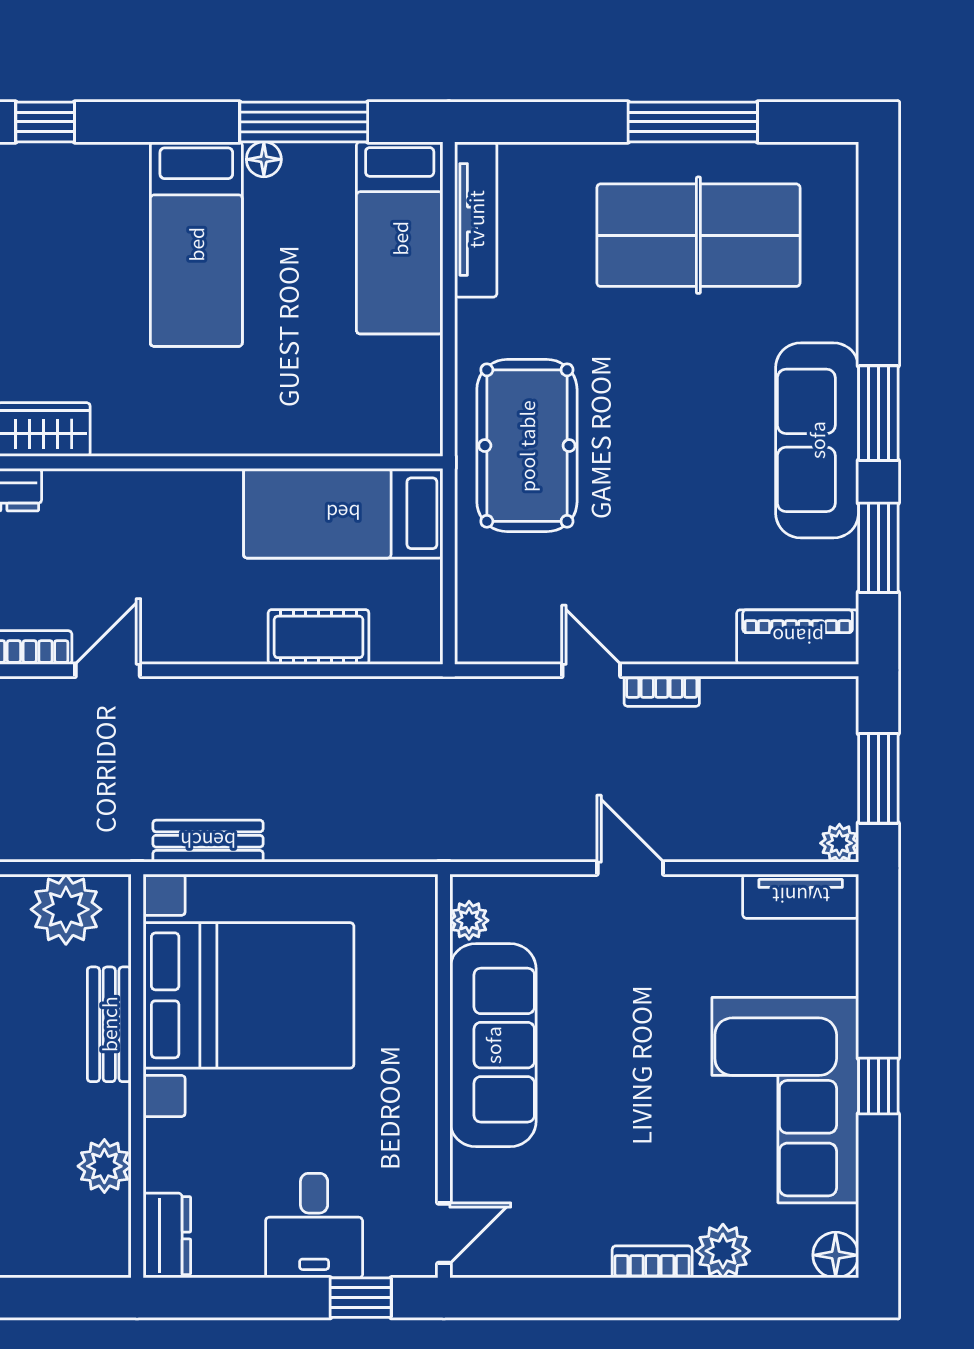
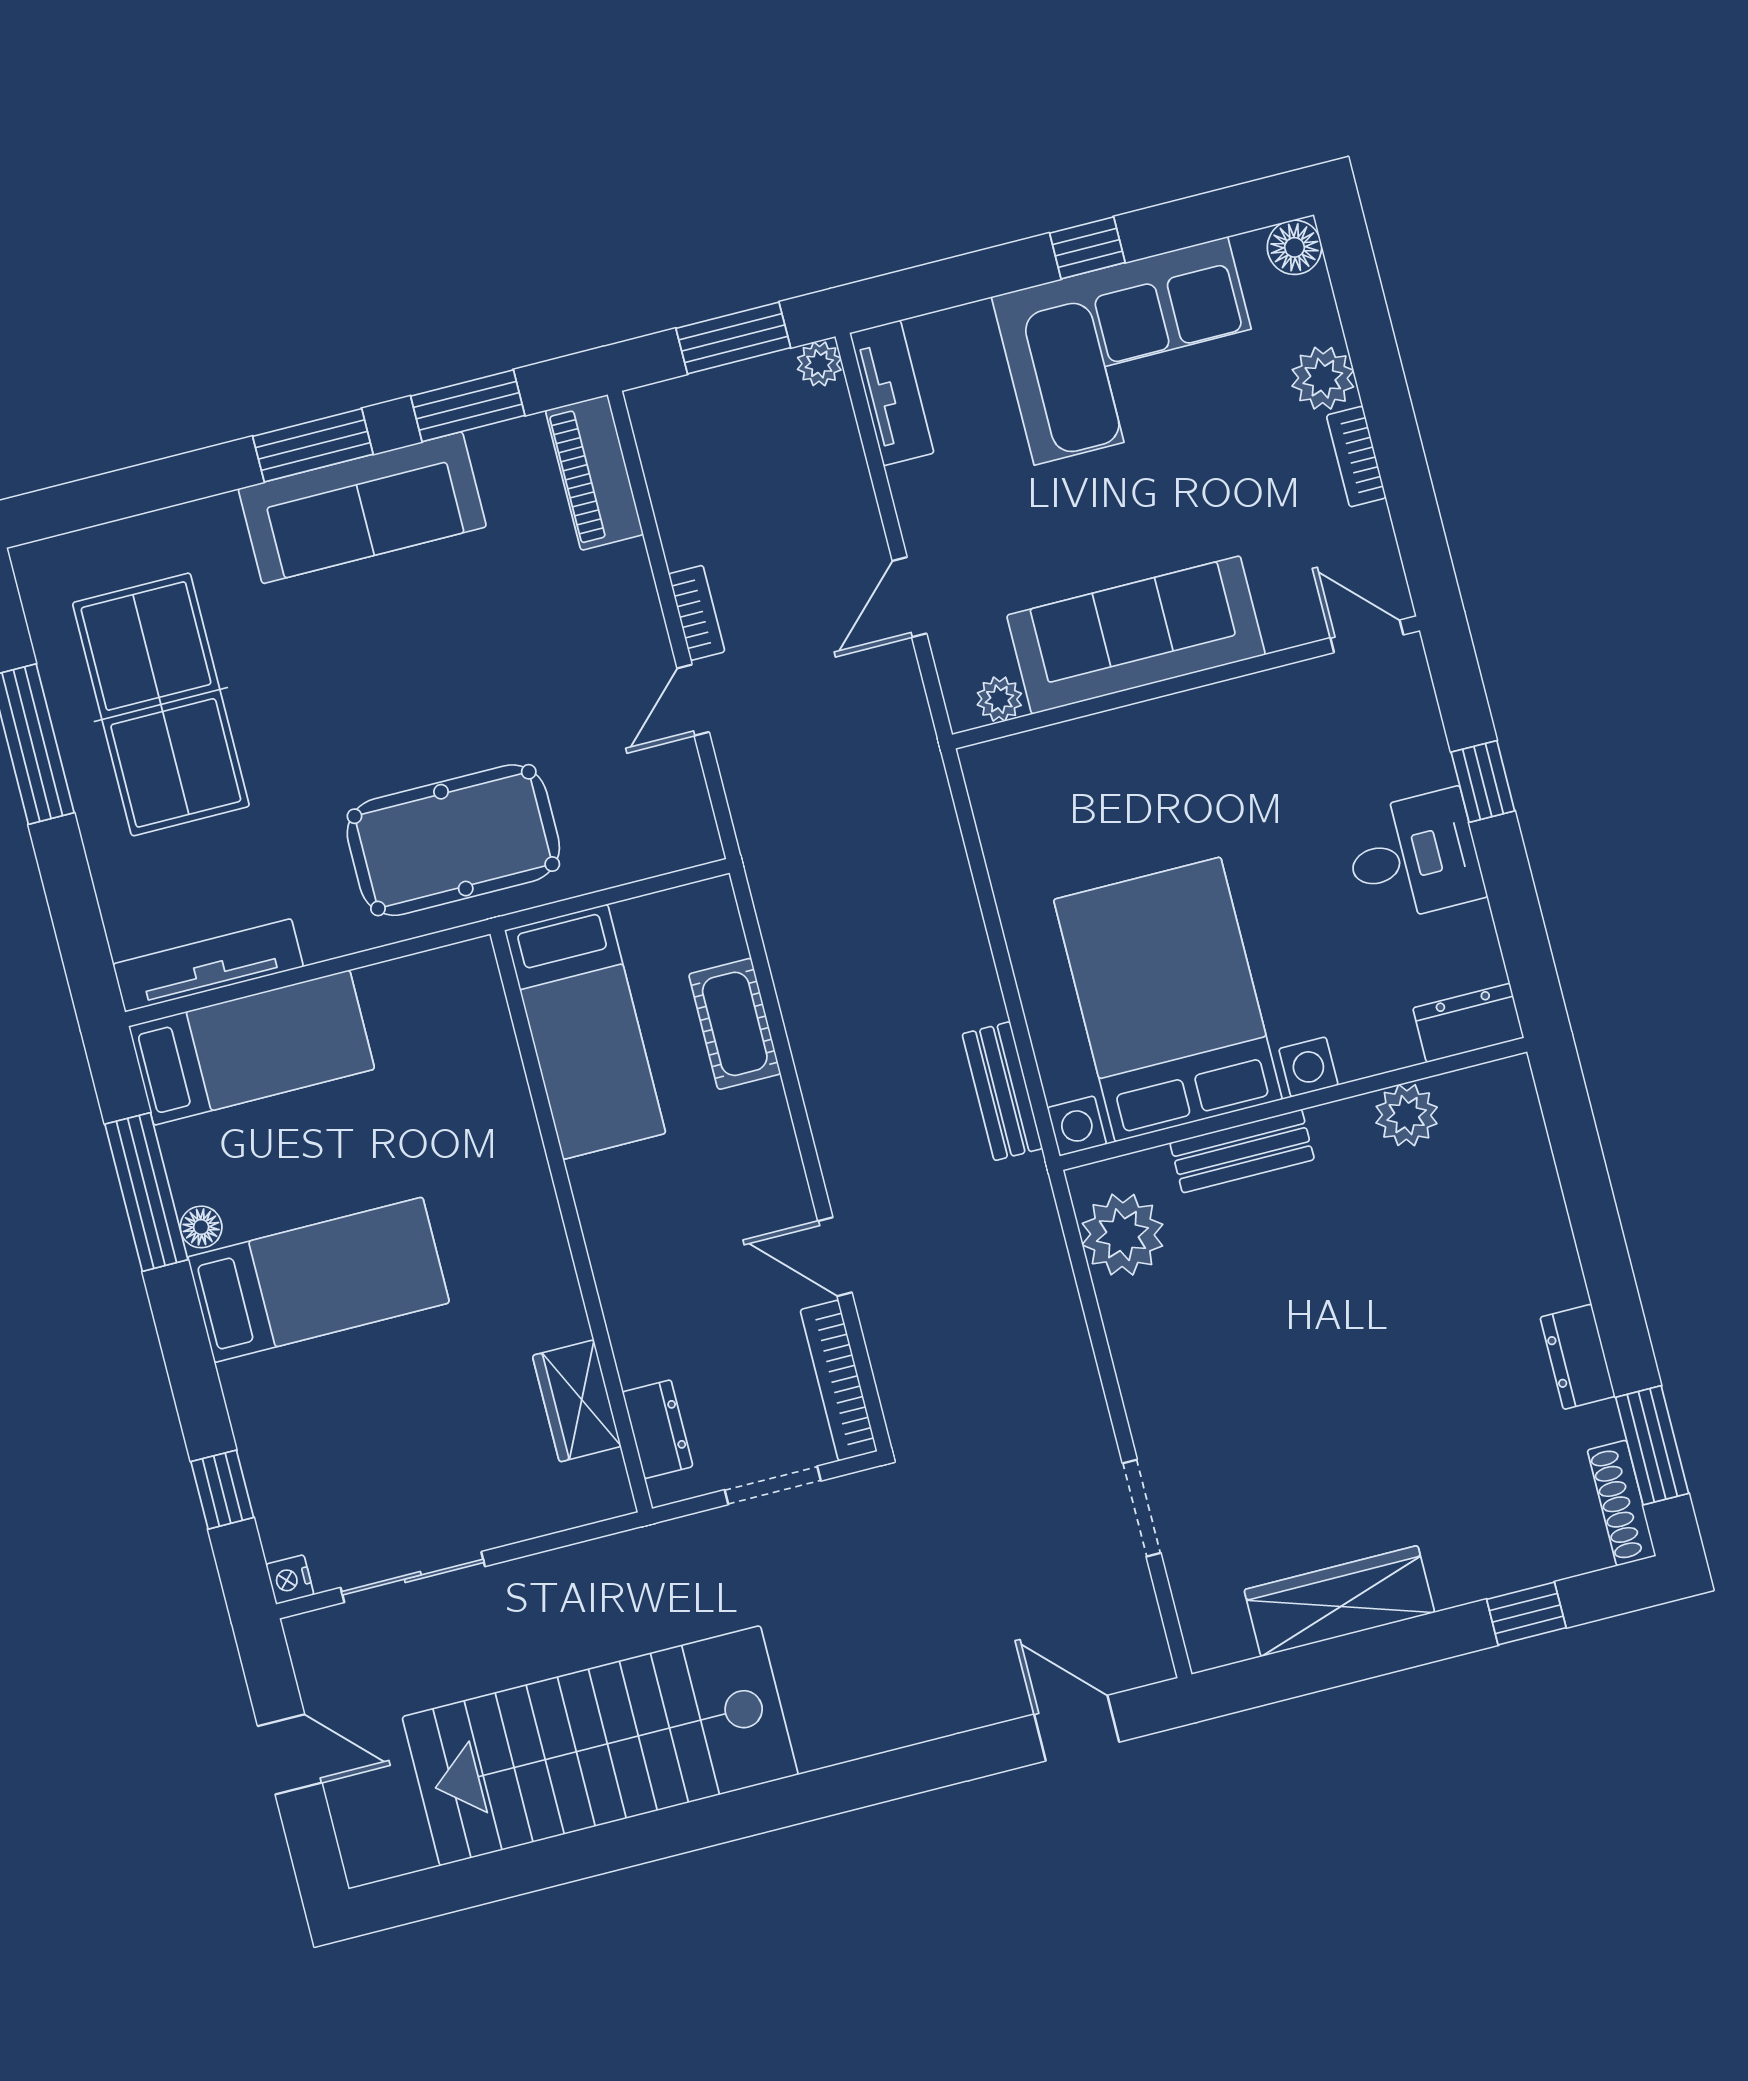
plant: (469, 920) -> (999, 699), moved
sofa: (493, 1045) -> (1136, 635), moved
wall: (444, 1076) -> (1186, 682), moved
door: (444, 1233) -> (1367, 636), moved

